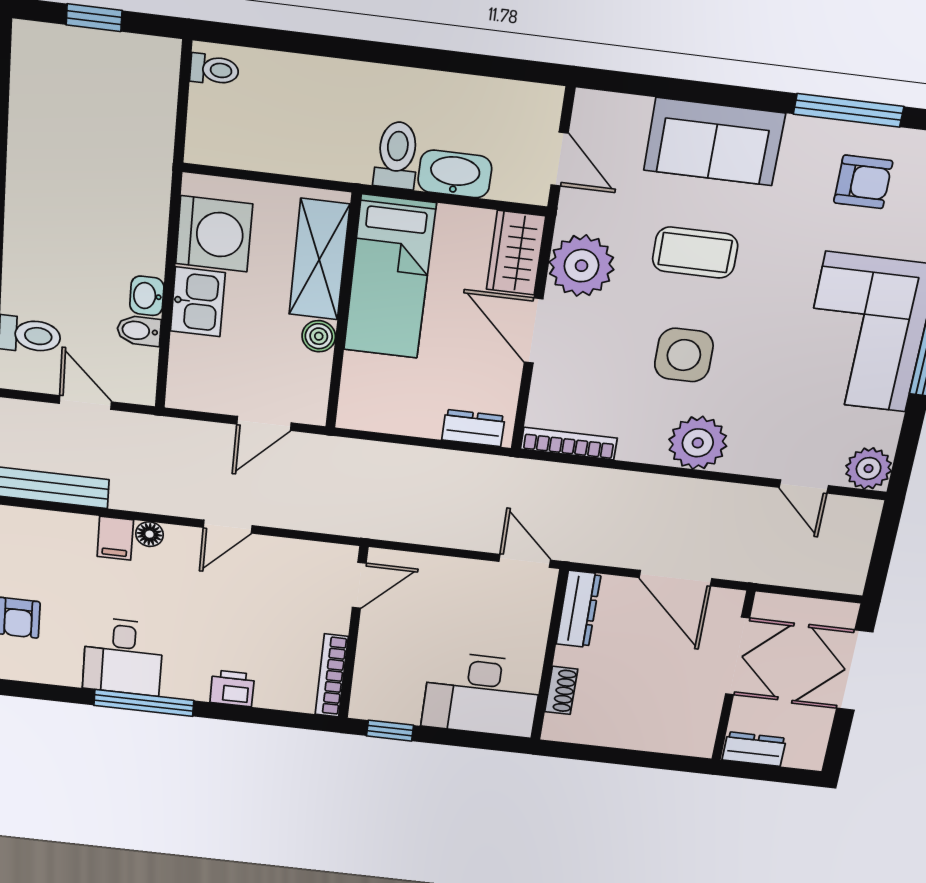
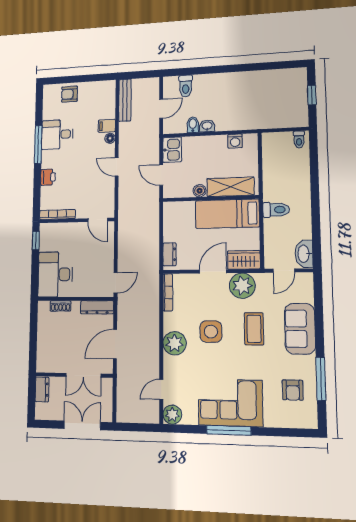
washbasin: (455, 174) -> (304, 254), moved, turned 180
washing machine: (214, 234) -> (235, 141), width x0.53, depth x0.53
kitchen sink: (198, 302) -> (172, 150), moved, turned -90

